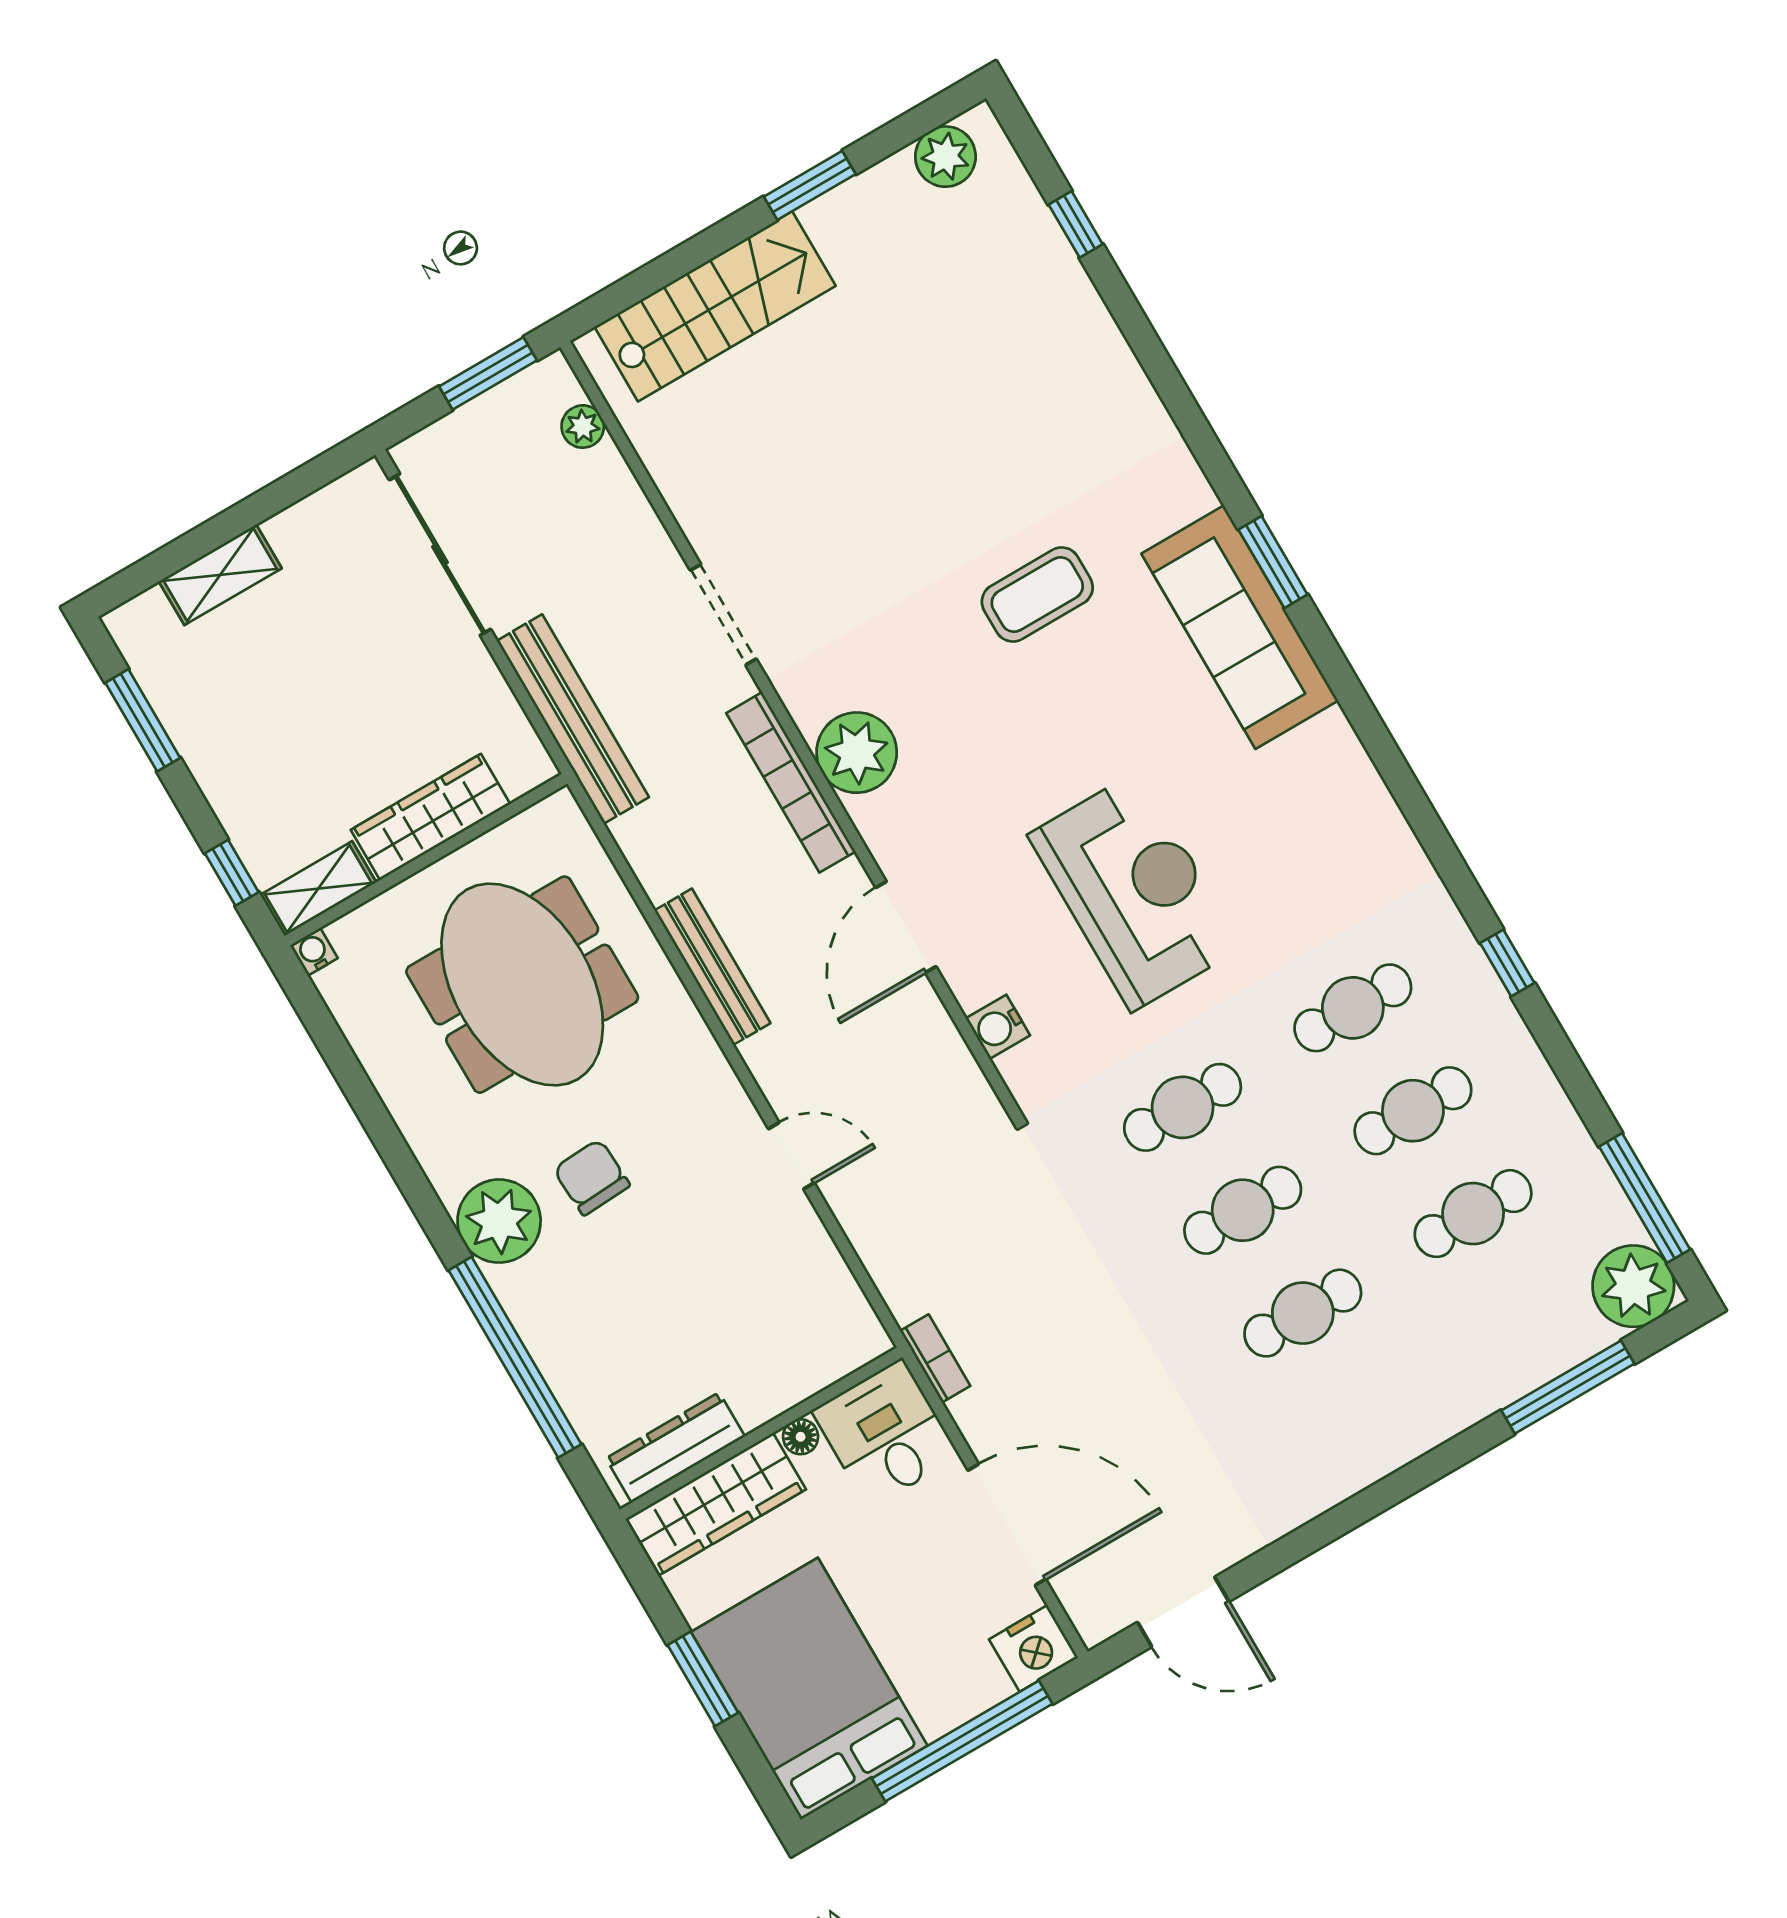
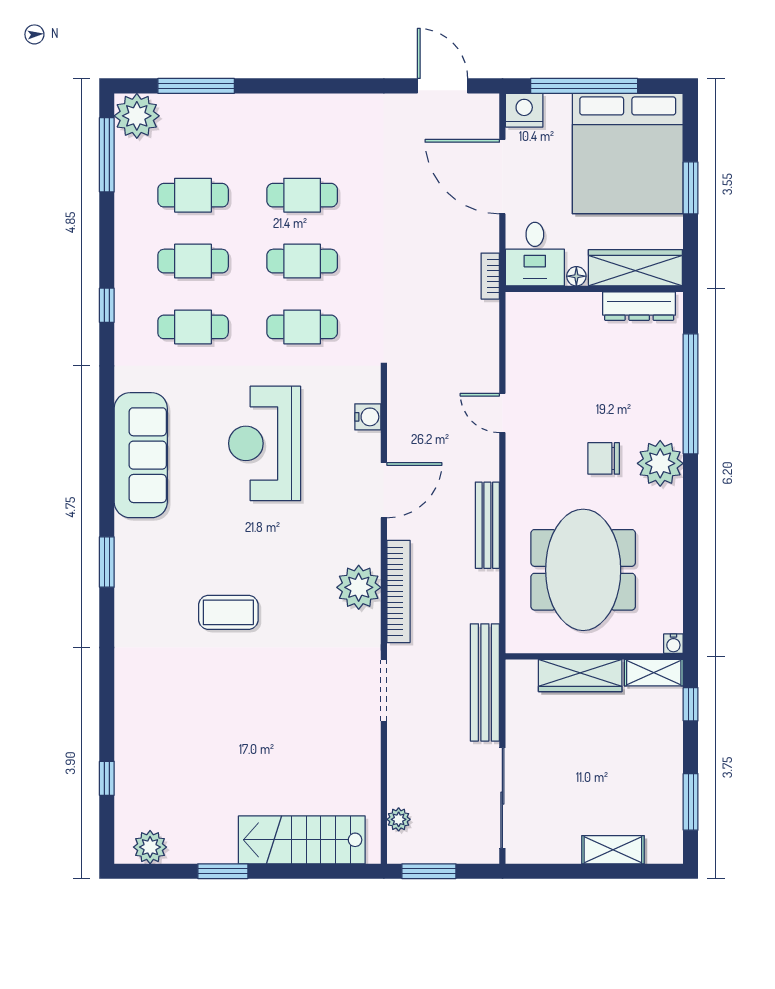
sofa: (1240, 627) -> (141, 455), moved
chair: (592, 1177) -> (604, 458), turned 93
bed: (809, 1689) -> (628, 154), width x1.36

